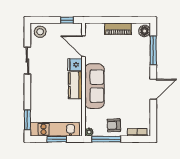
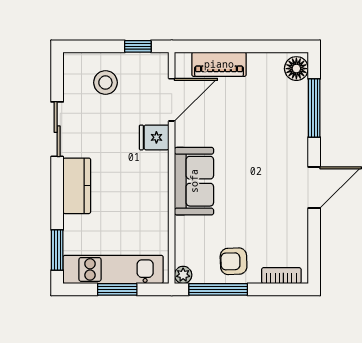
piano: (118, 29) -> (219, 64), moved
stool: (40, 32) -> (105, 83), moved
door: (83, 46) -> (172, 100), swing flipped
kitchen counter: (75, 85) -> (77, 186), moved, turned 180
sofa: (94, 86) -> (194, 181), width x0.73

